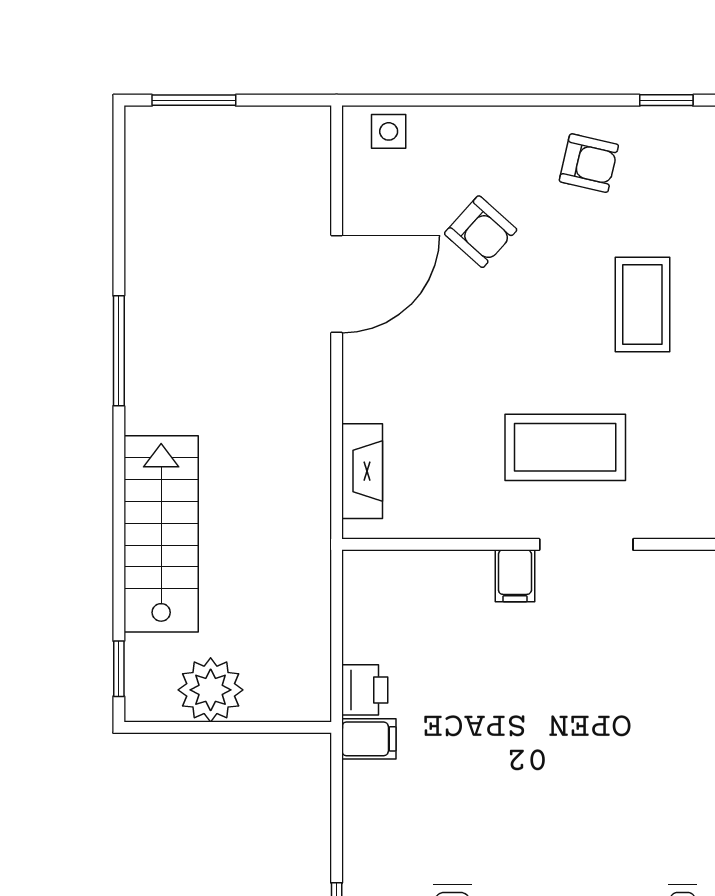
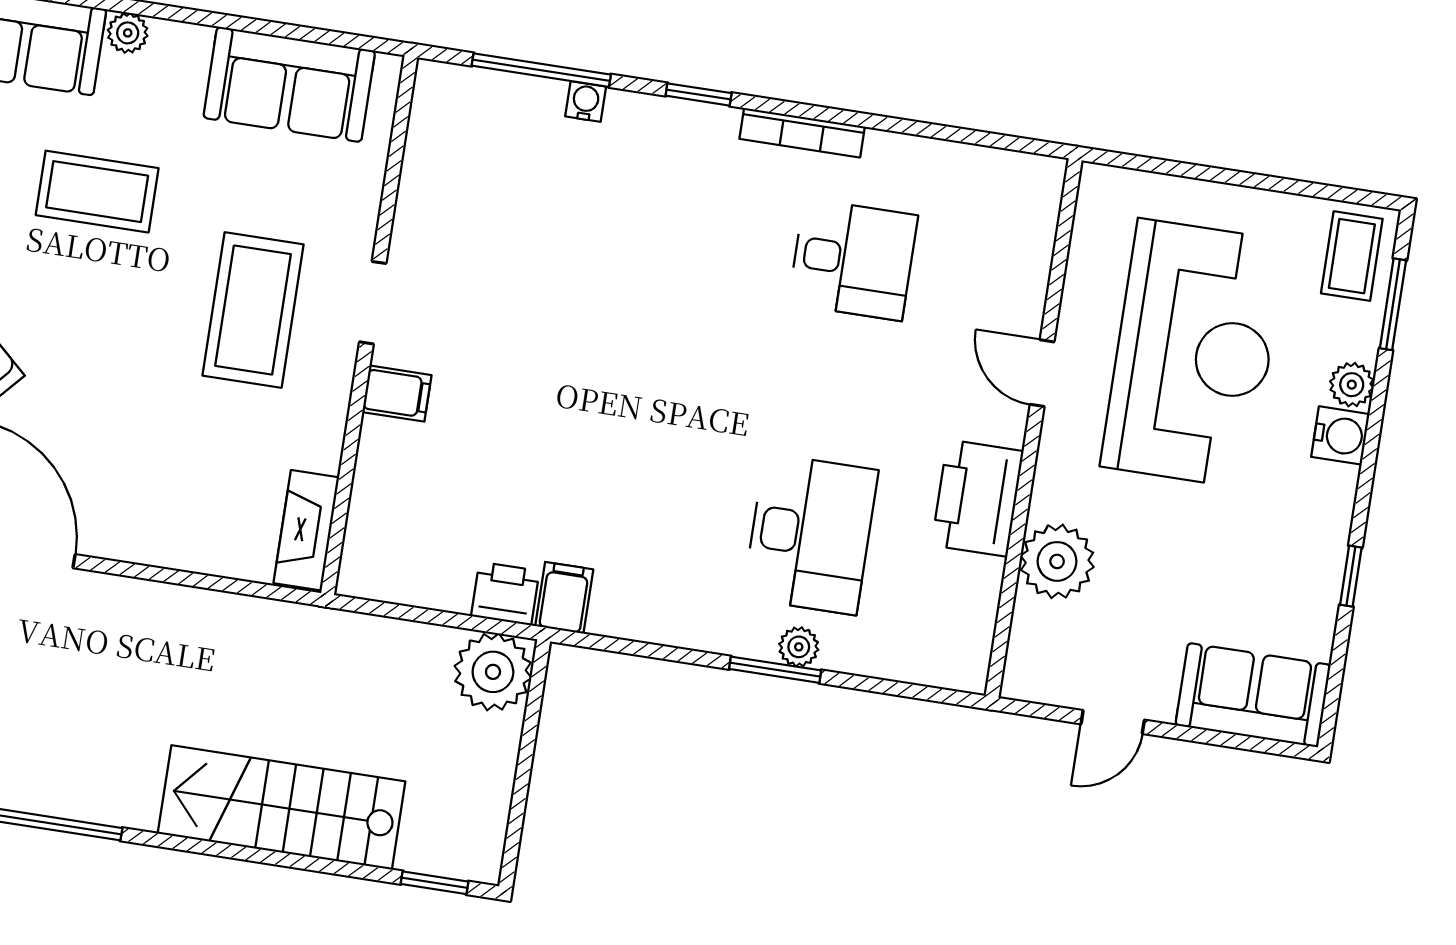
fireplace: (362, 471) -> (306, 530), moved, turned -90
doorway: (586, 544) -> (373, 303), width x0.73
plant: (211, 690) -> (493, 672), moved

